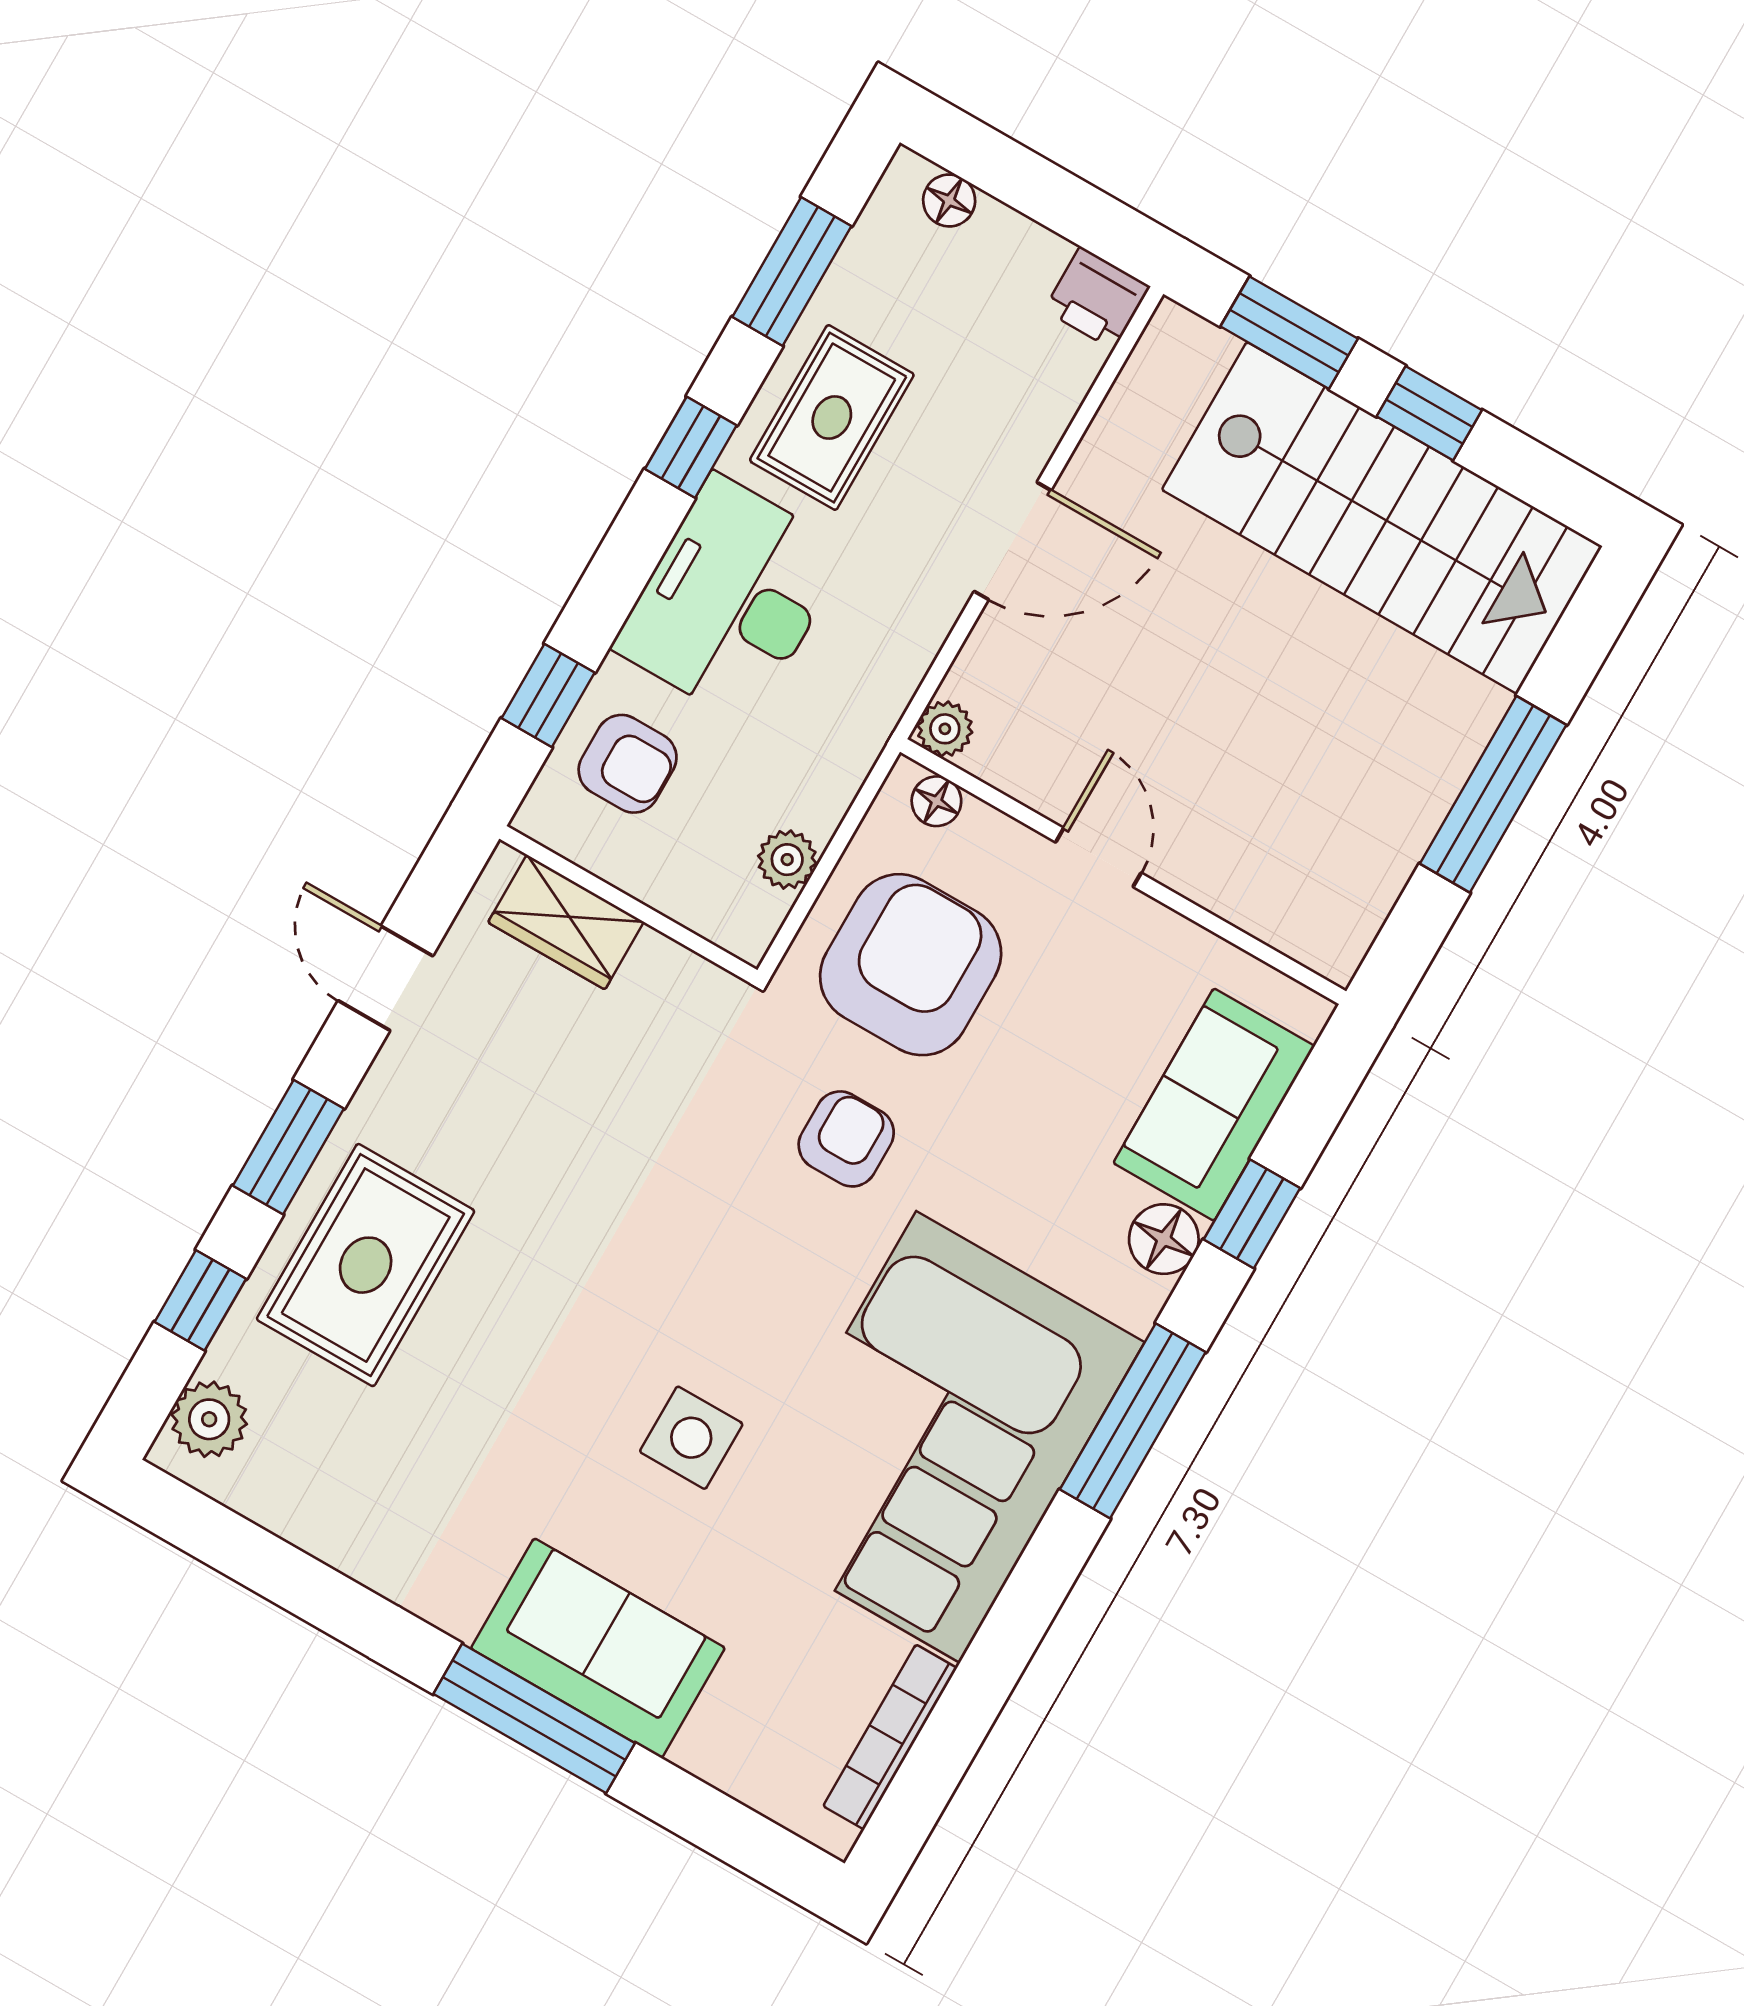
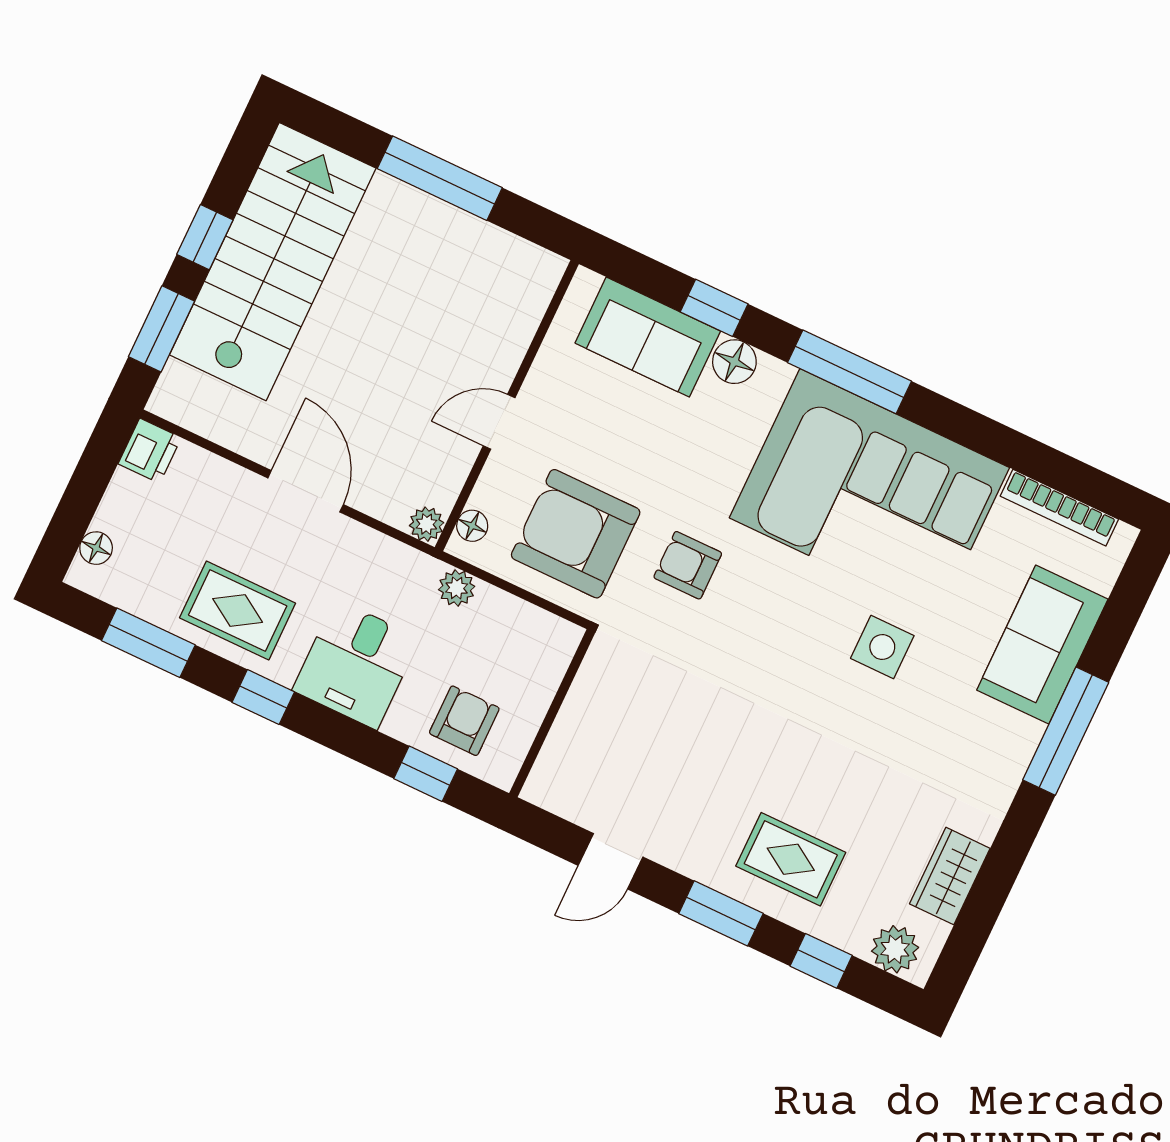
desk: (731, 599) -> (356, 664), width x0.73
plant: (787, 860) -> (457, 588), moved
wardrobe: (566, 922) -> (950, 876), moved, turned 180
rug: (366, 1265) -> (791, 859), width x0.73, depth x0.70
sofa: (598, 1648) -> (1042, 645), moved

